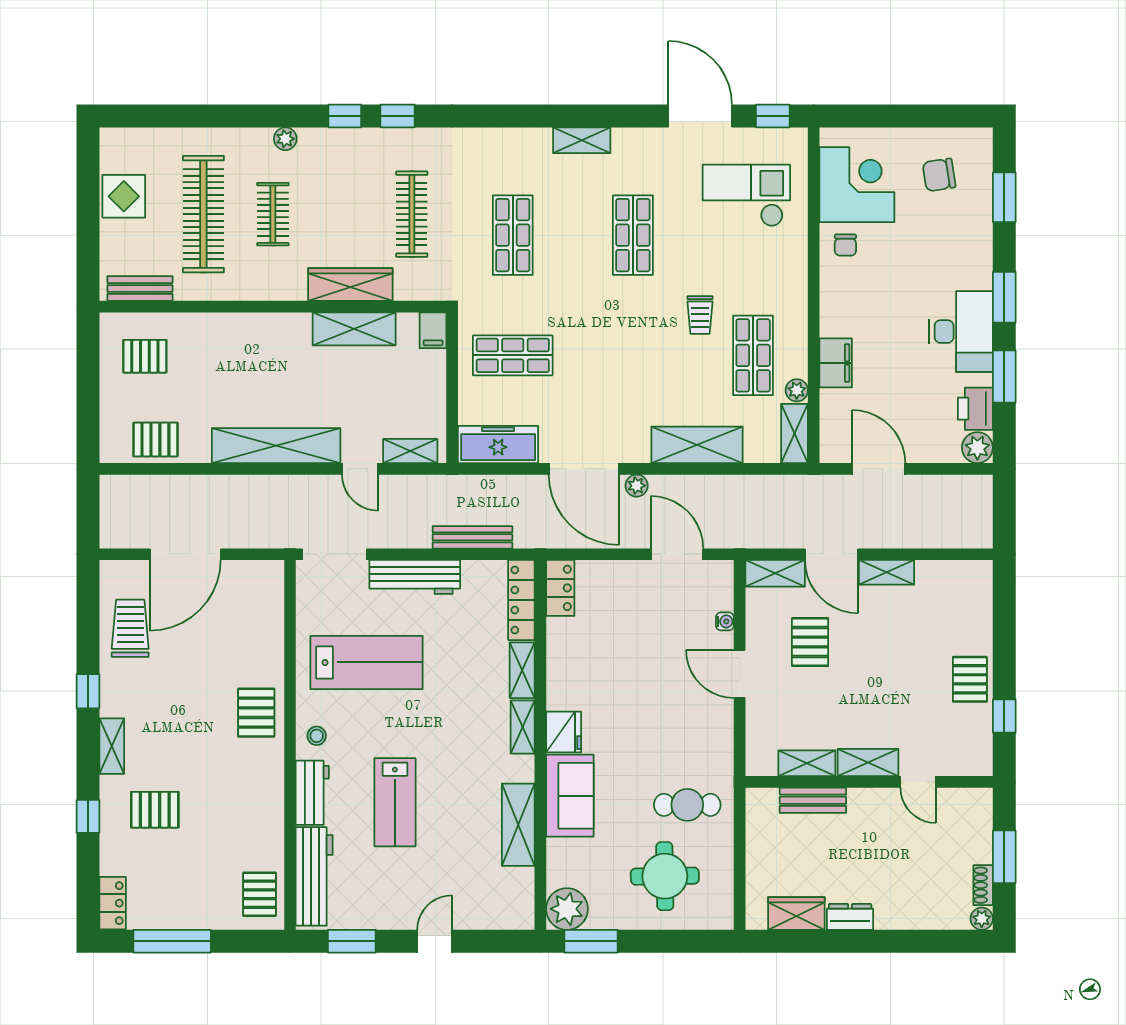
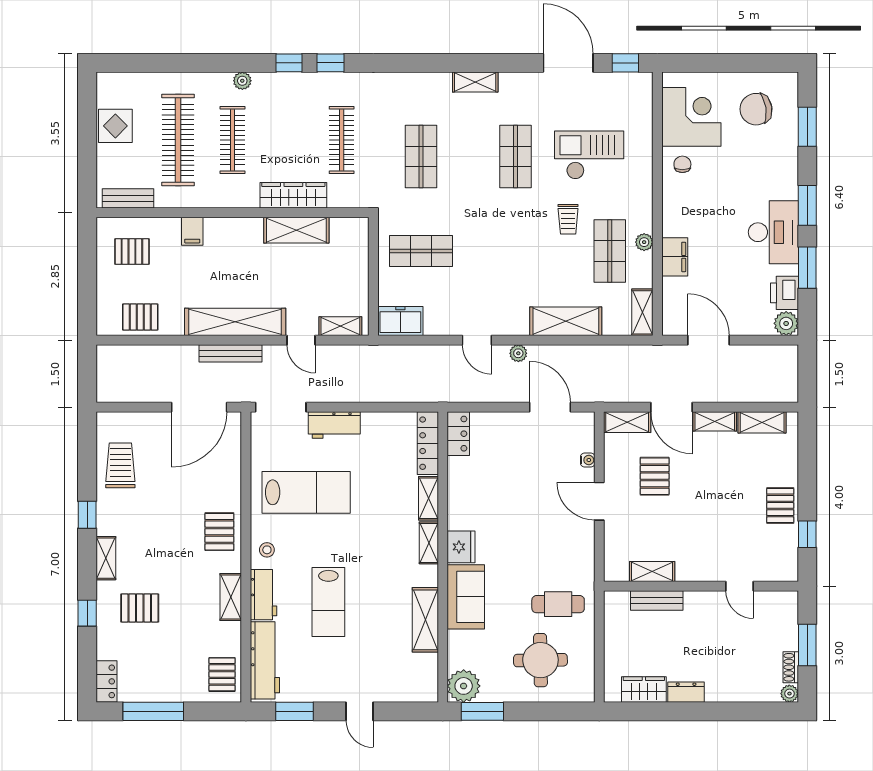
chair: (939, 175) -> (756, 109), width x1.37, depth x1.37
checkout: (746, 196) -> (589, 155), moved
clothes rail: (273, 214) -> (233, 140), width x1.36
chair: (845, 245) -> (682, 164), turned 180
filing cabinet: (433, 330) -> (192, 231), moved
plant: (797, 390) -> (644, 242), moved
freezer: (498, 444) -> (400, 321), width x0.71
door: (584, 469) -> (477, 340), width x0.53
bench: (472, 537) -> (230, 353), moved
door: (185, 554) -> (199, 407), moved
workbench: (415, 577) -> (334, 425), width x0.73
shelving: (868, 763) -> (762, 422), moved
shelving: (271, 796) -> (231, 597), added
door: (435, 941) -> (360, 711), swing flipped

